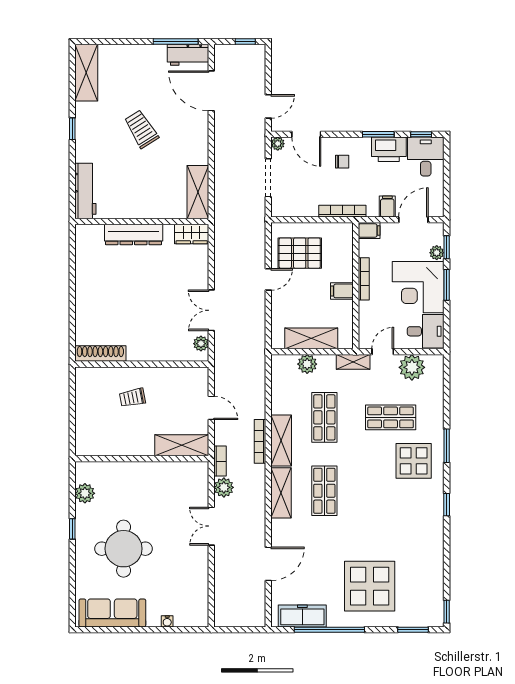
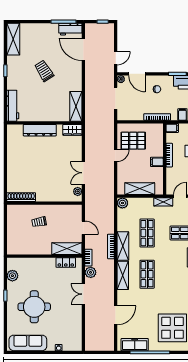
plant: (307, 364) -> (122, 203), moved
locker: (180, 470) -> (66, 263), added

